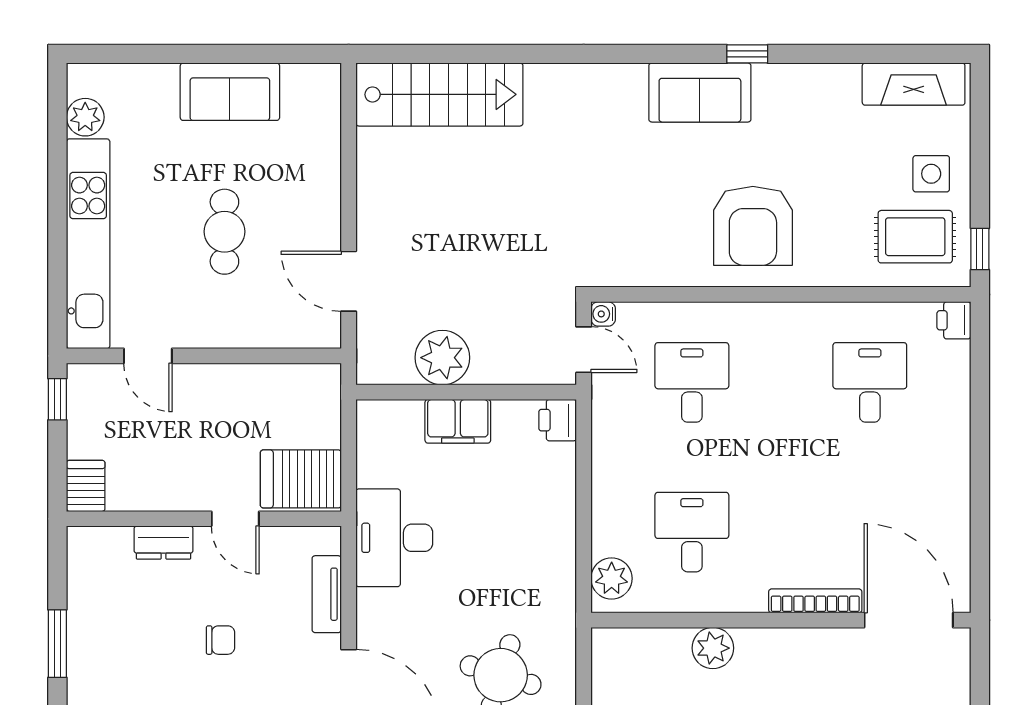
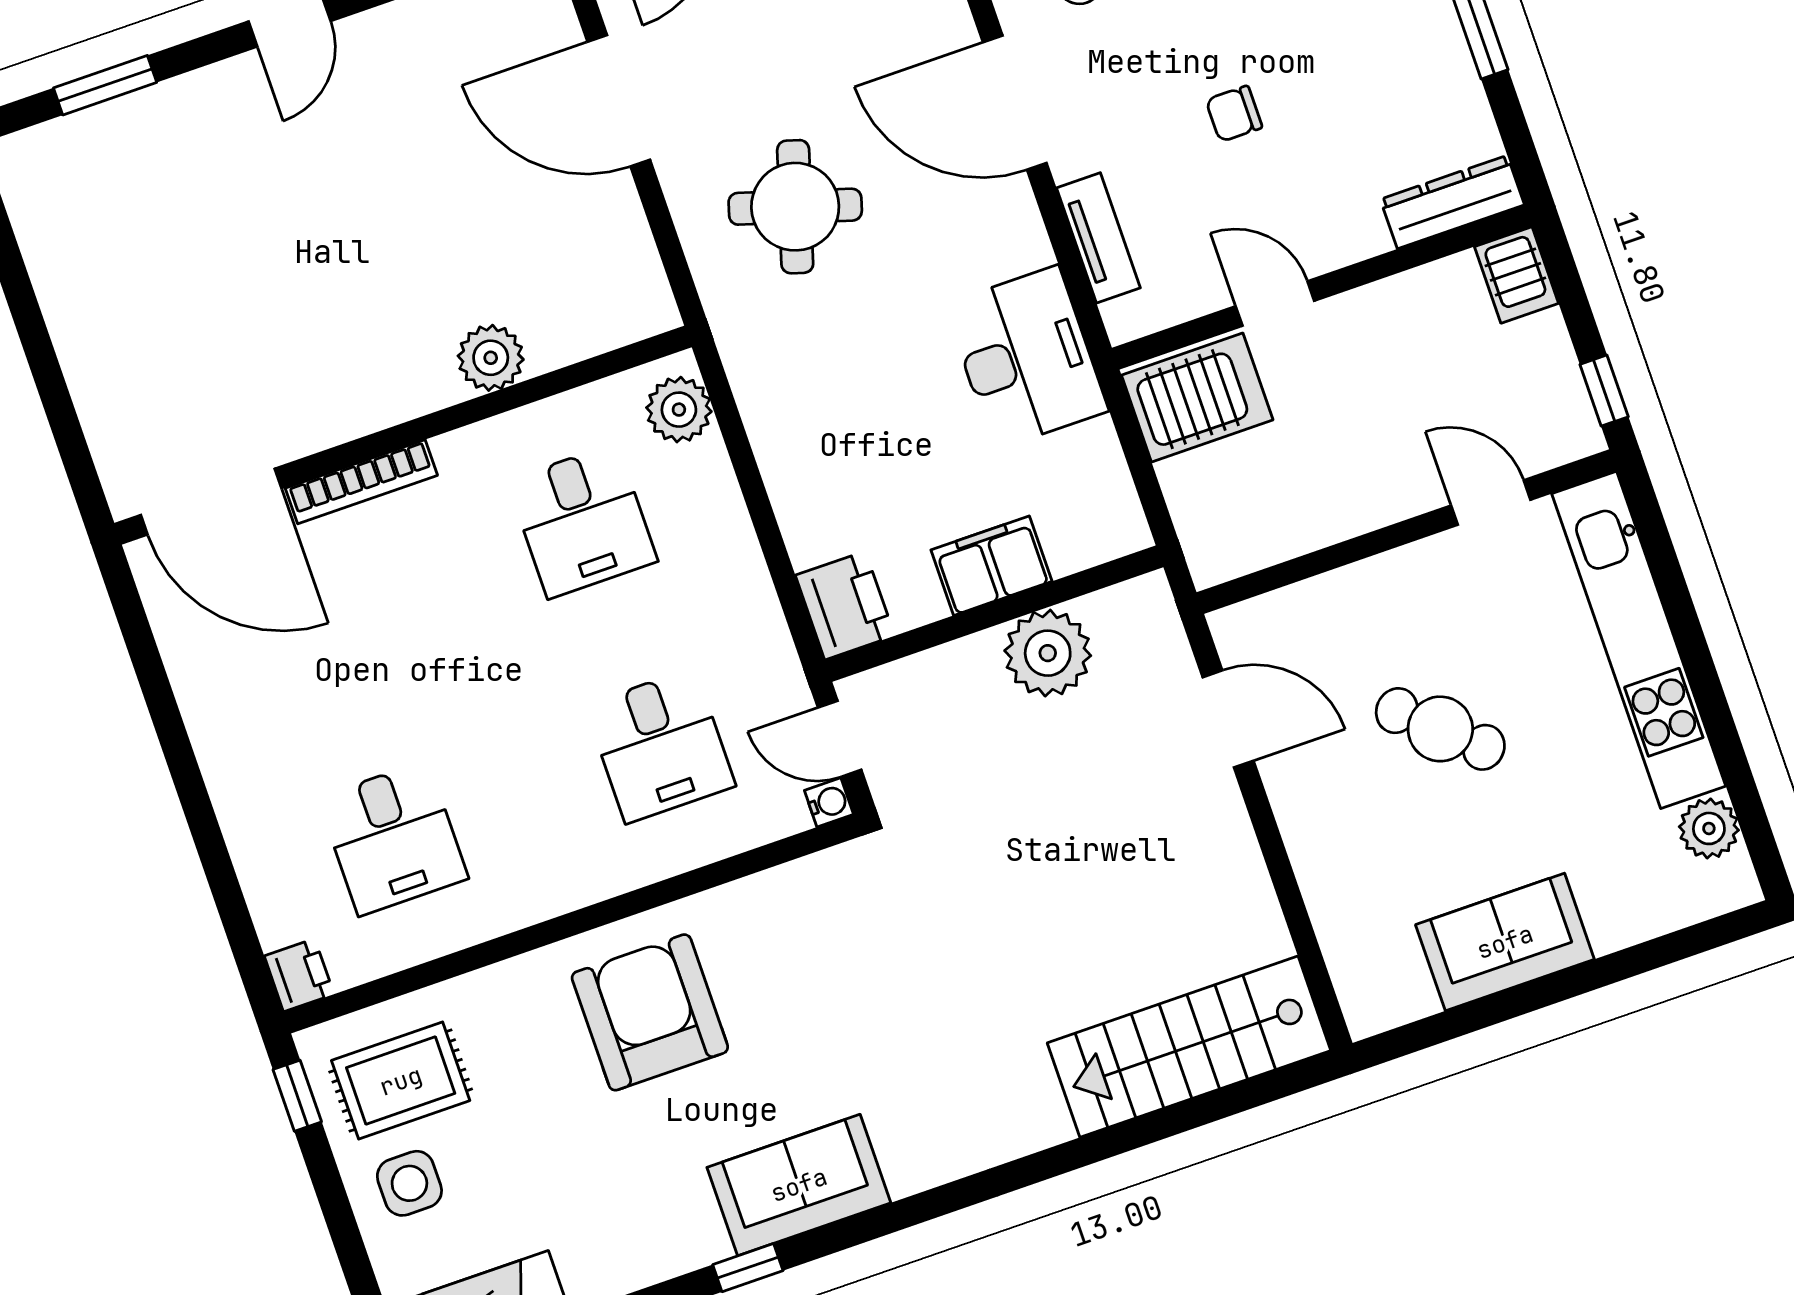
cafe table: (224, 232) -> (1440, 729), turned -48
printer: (558, 420) -> (845, 606), width x1.36, depth x1.24
dresser: (164, 543) -> (1452, 202), moved, width x1.44

